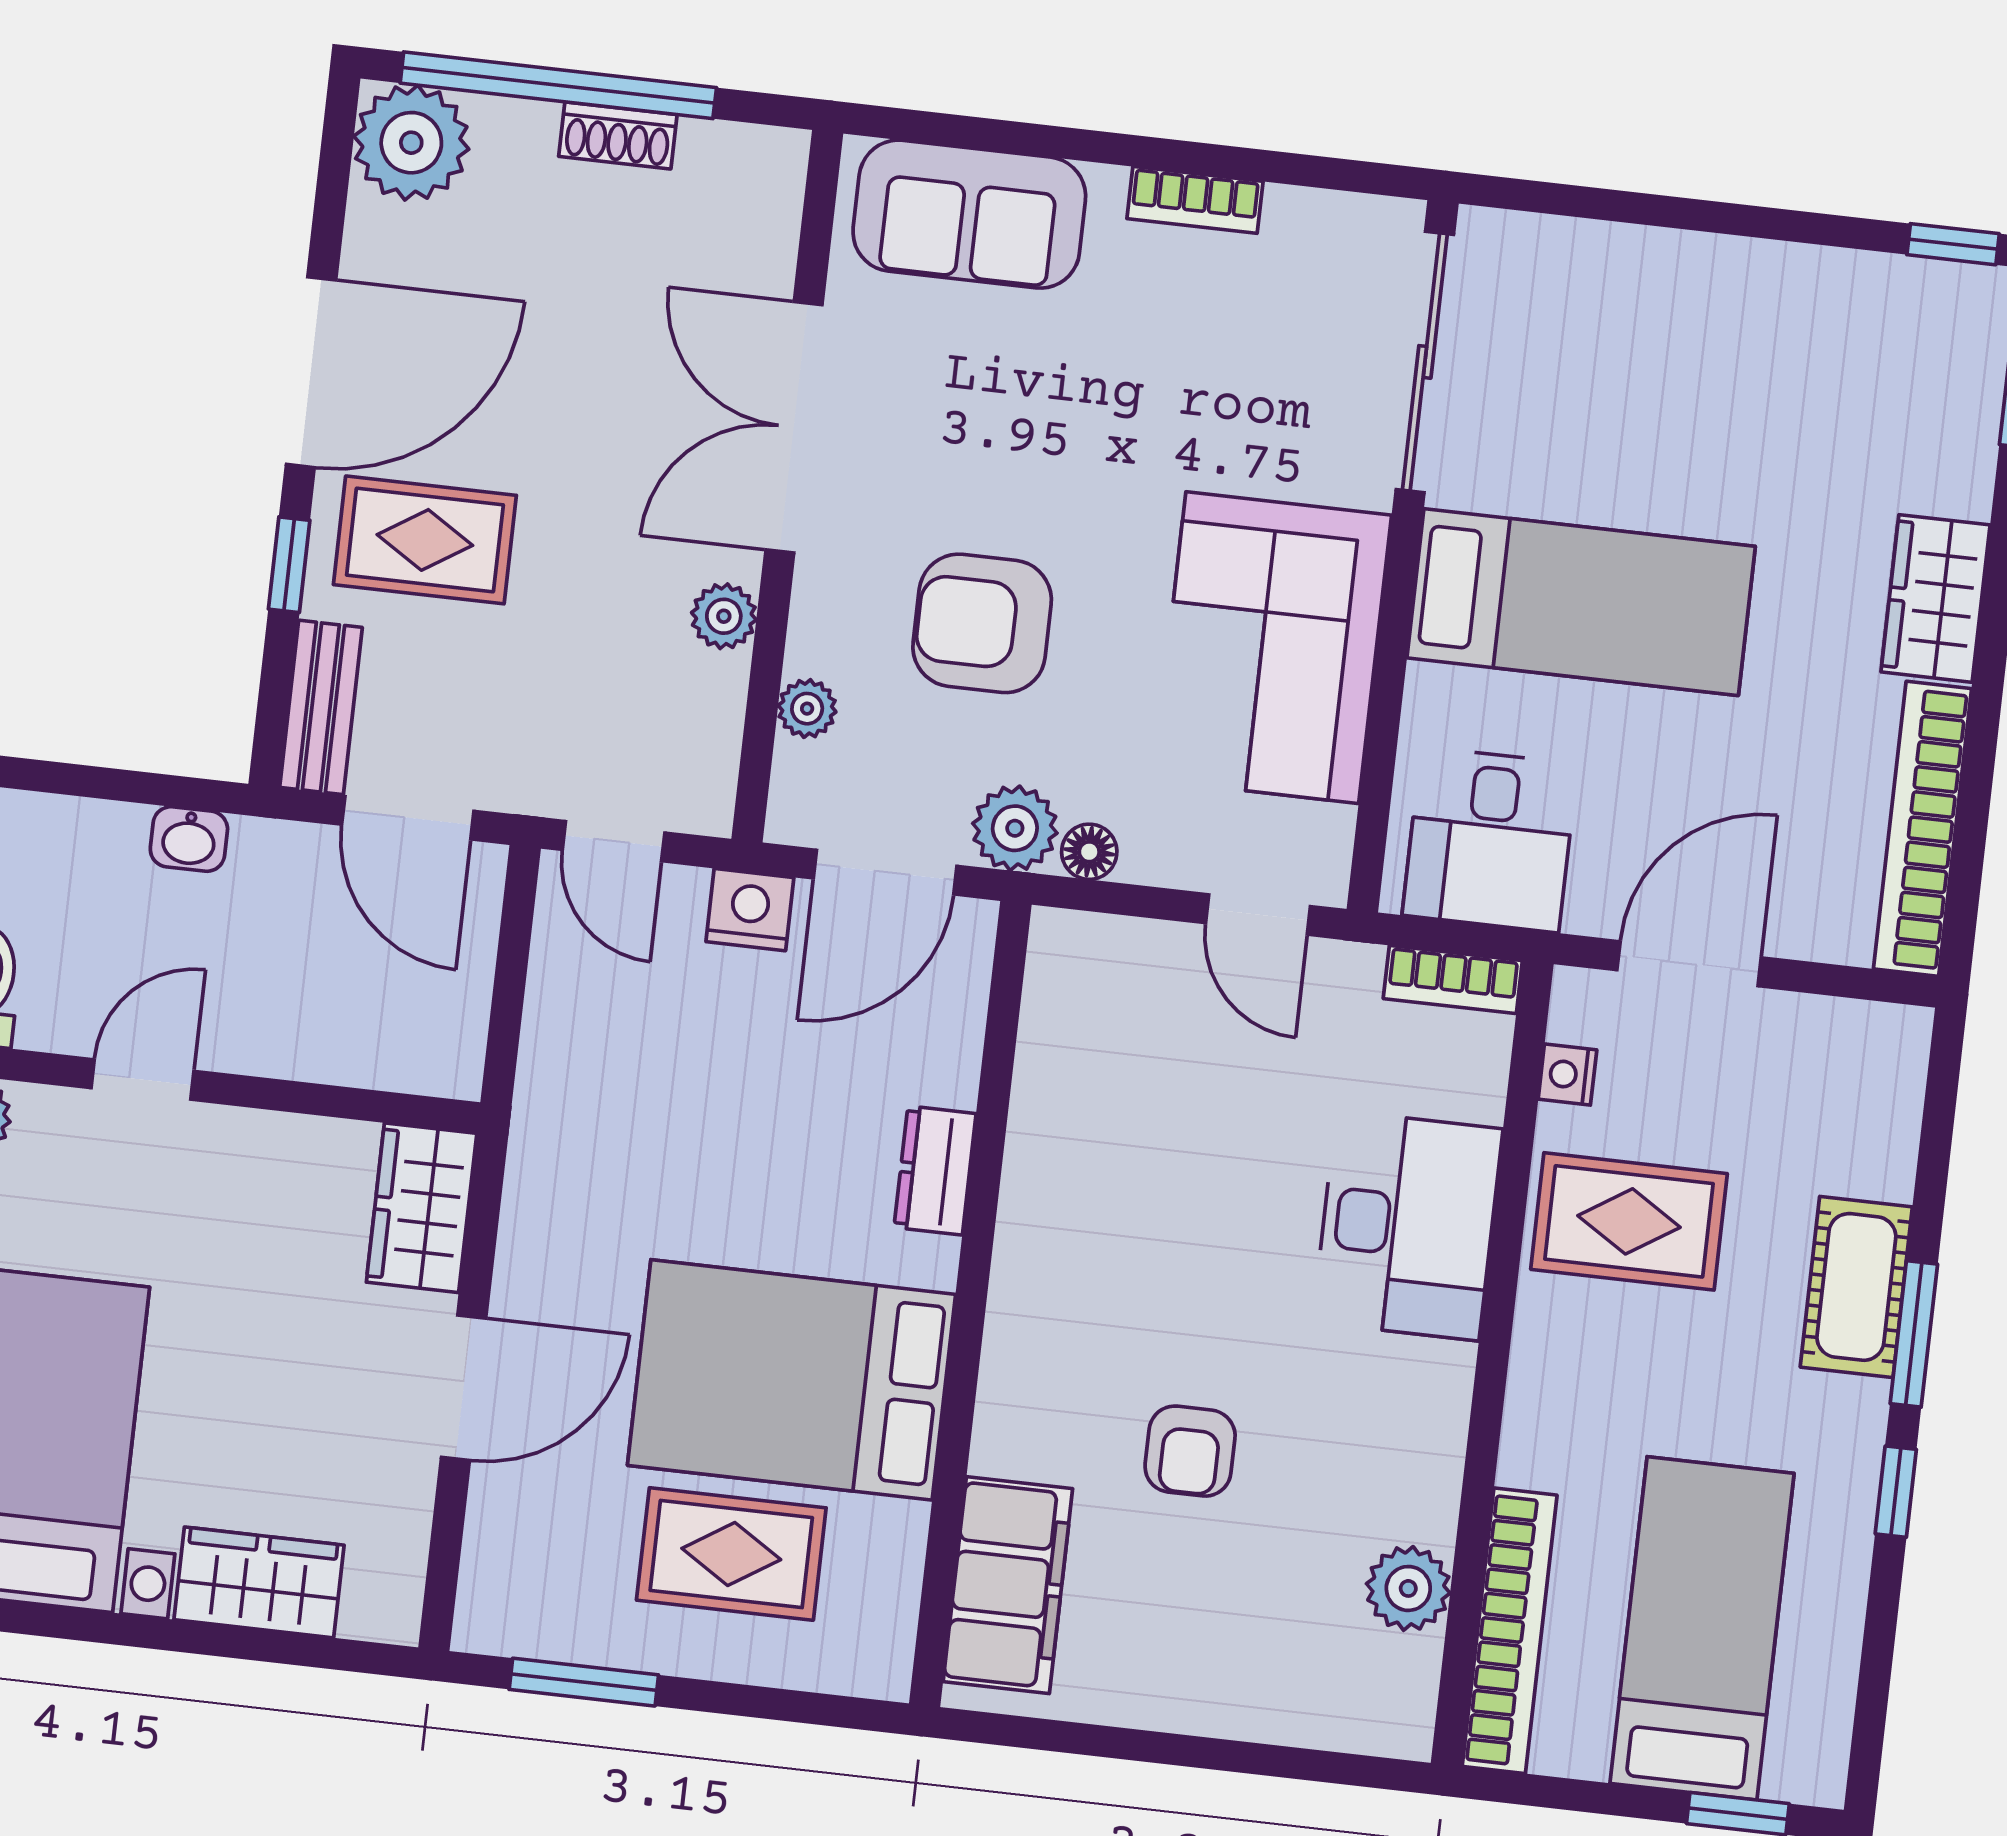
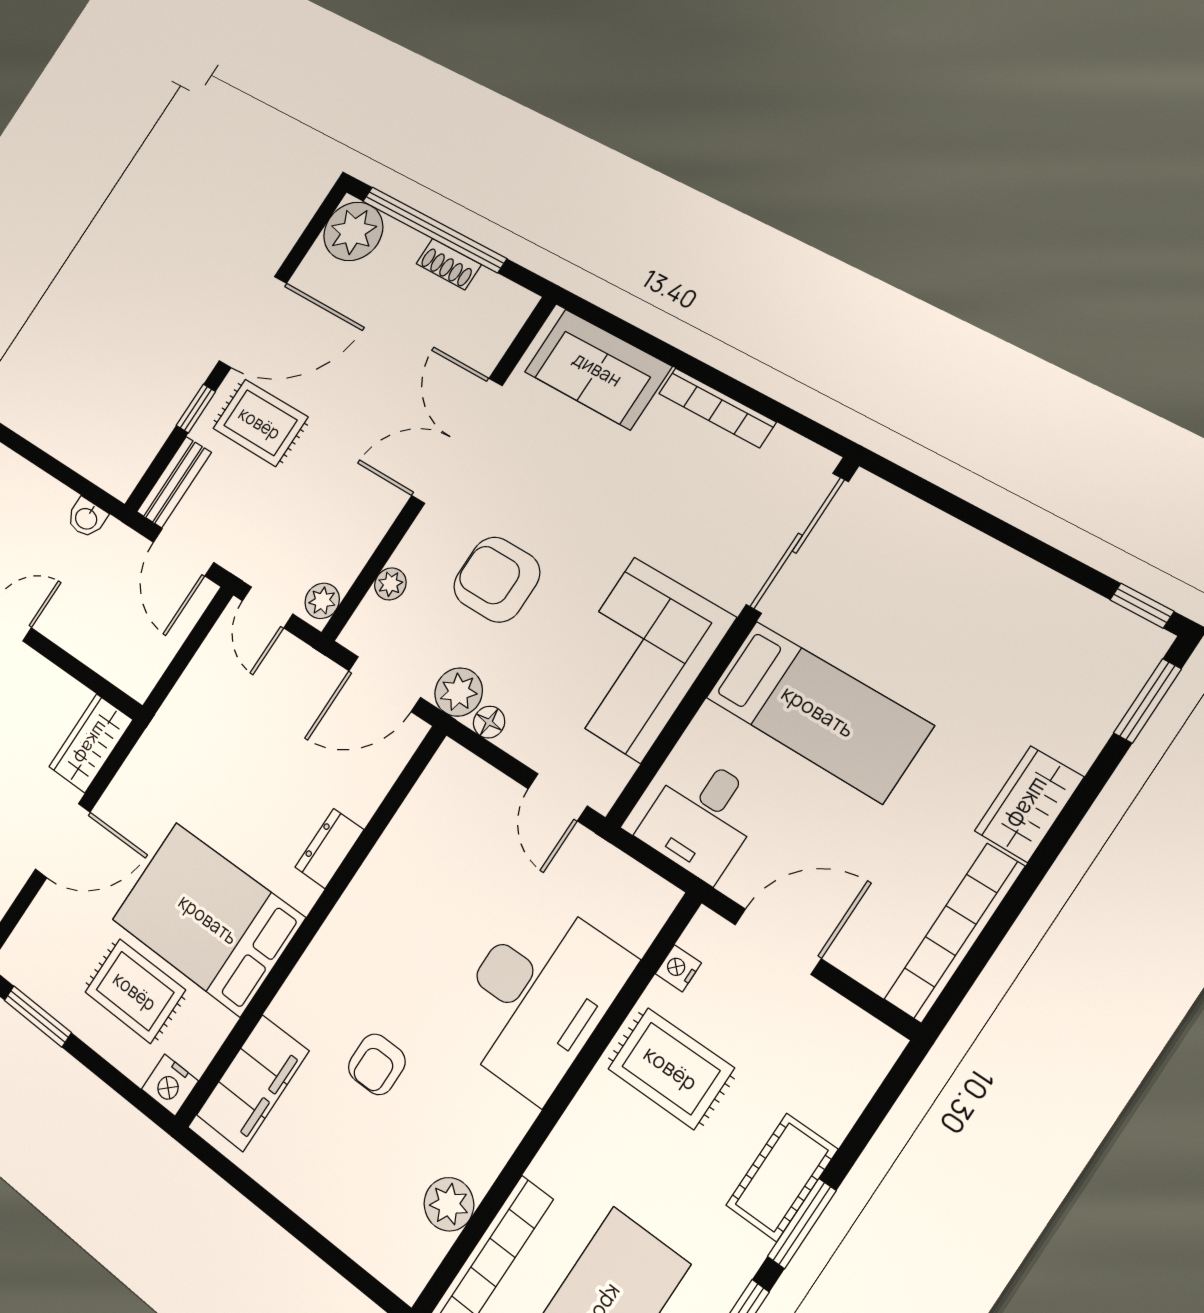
bookcase: (1195, 200) -> (717, 408), width x1.56
plant: (724, 616) -> (322, 601), moved
nightstand: (750, 910) -> (170, 1085), moved, turned 180
bookcase: (1453, 980) -> (642, 884), removed
desk: (1408, 1226) -> (538, 997), width x1.36, depth x1.30

